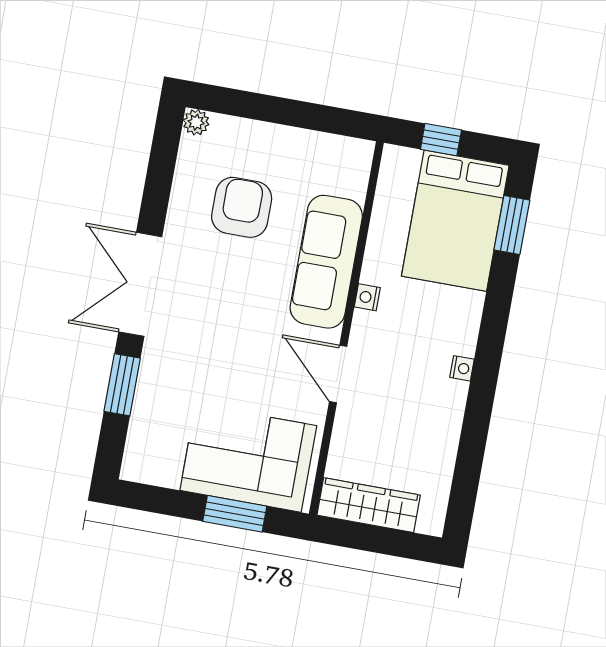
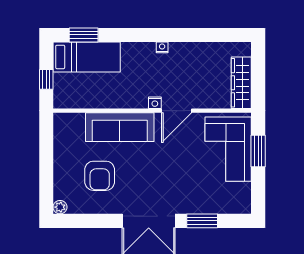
armchair: (242, 207) -> (100, 176), turned -90
bed: (455, 221) -> (87, 57), width x0.67
nightstand: (367, 297) -> (155, 103), moved

